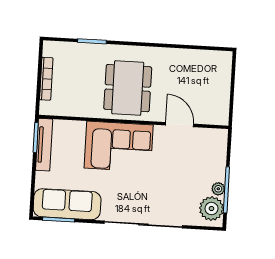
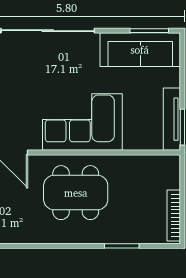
bookcase: (46, 79) -> (174, 216), moved
dining table: (128, 88) -> (76, 193), turned 90

